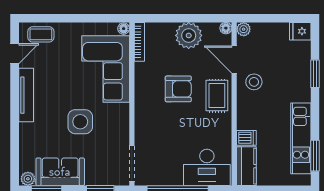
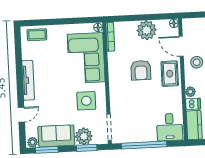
plant: (244, 29) -> (190, 92), moved
door: (15, 54) -> (21, 115), moved
armchair: (178, 89) -> (141, 70), turned 90
side table: (80, 122) -> (86, 101), moved
desk: (207, 167) -> (170, 127), width x0.73
plant: (97, 174) -> (84, 136), added

